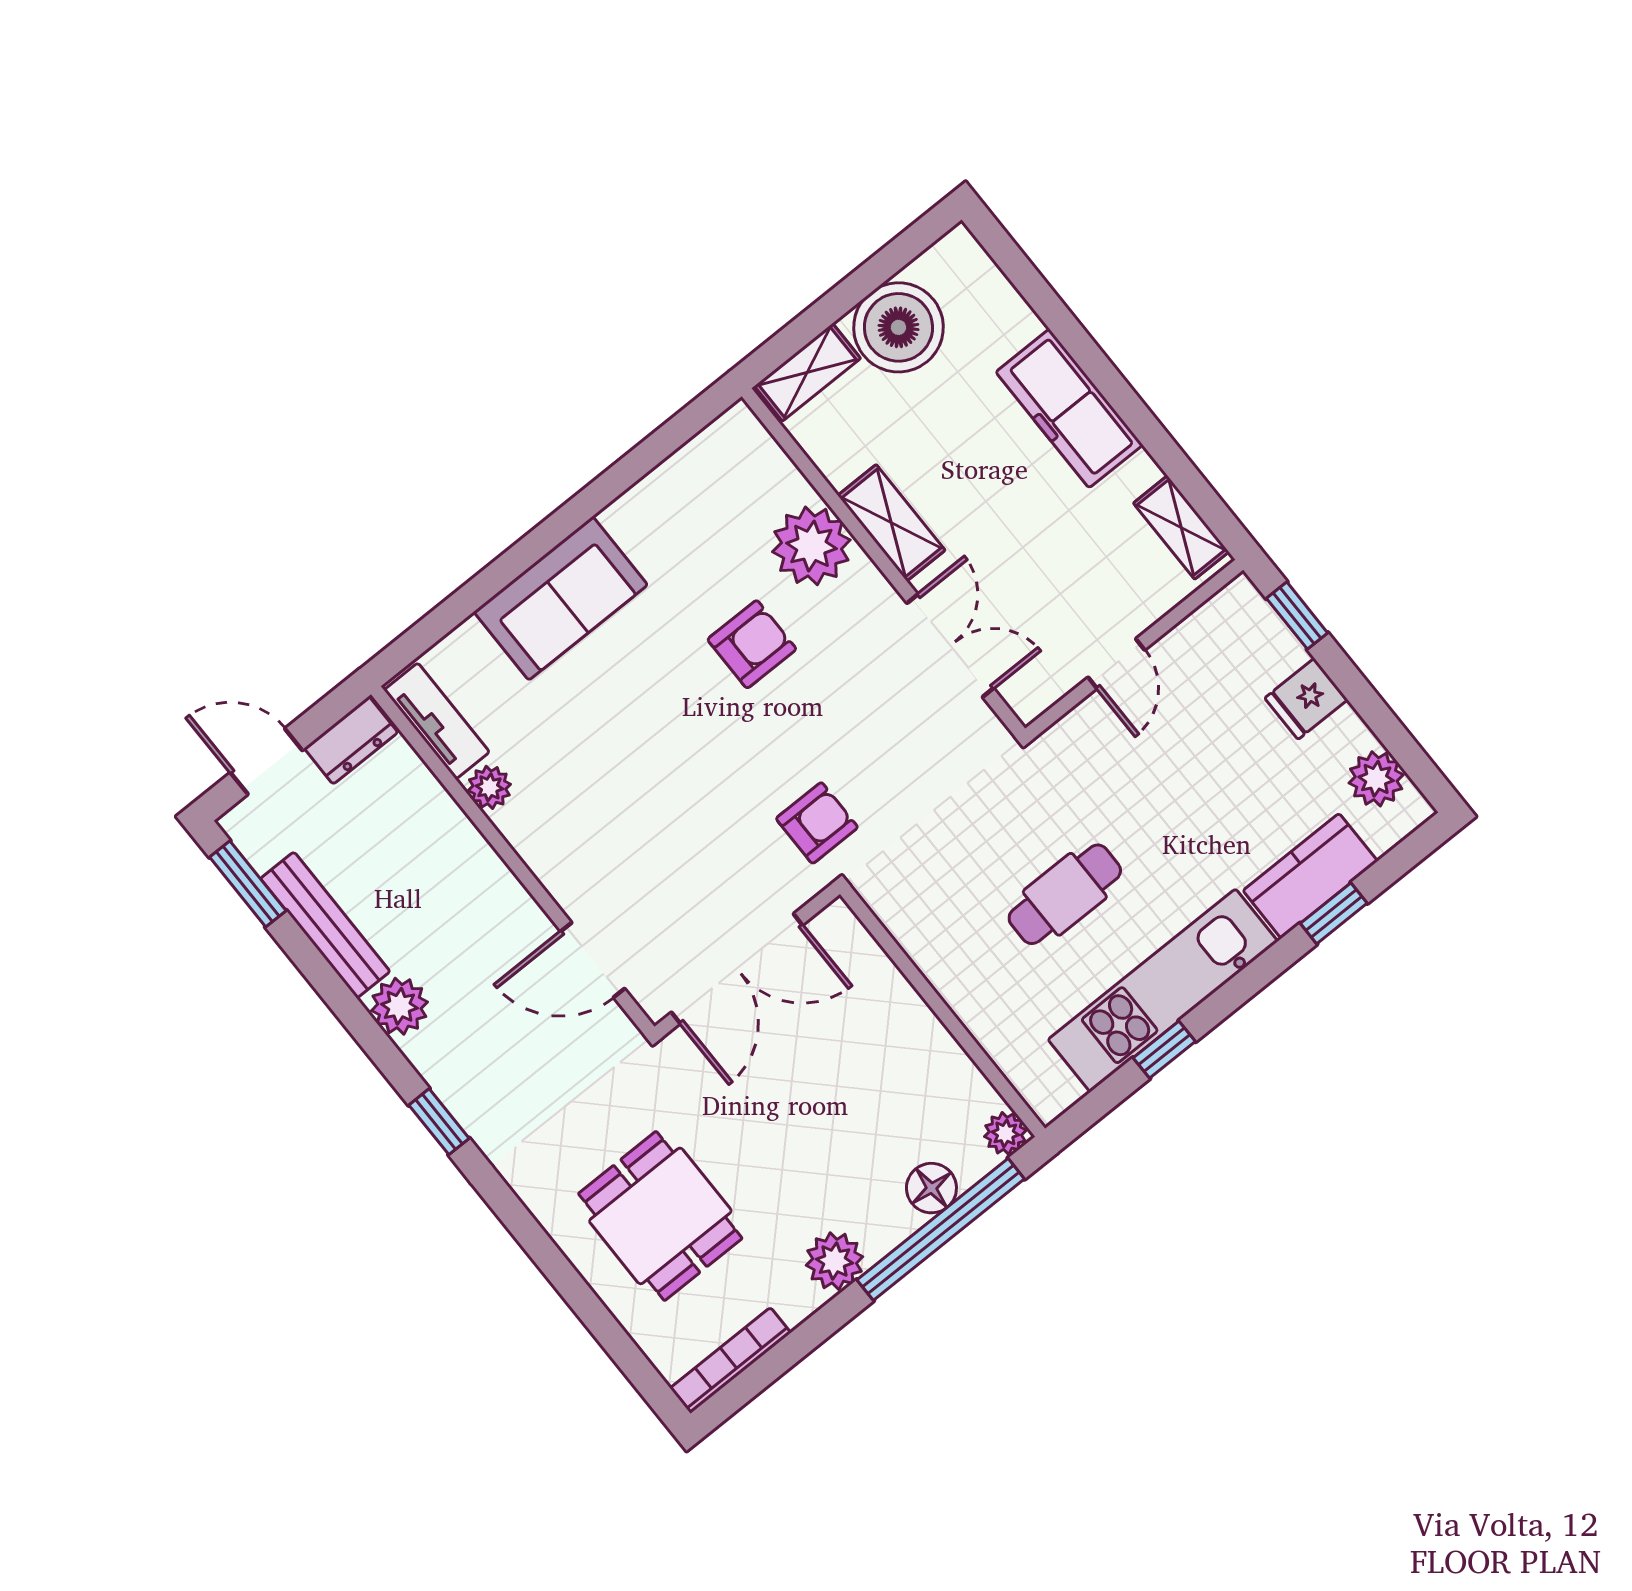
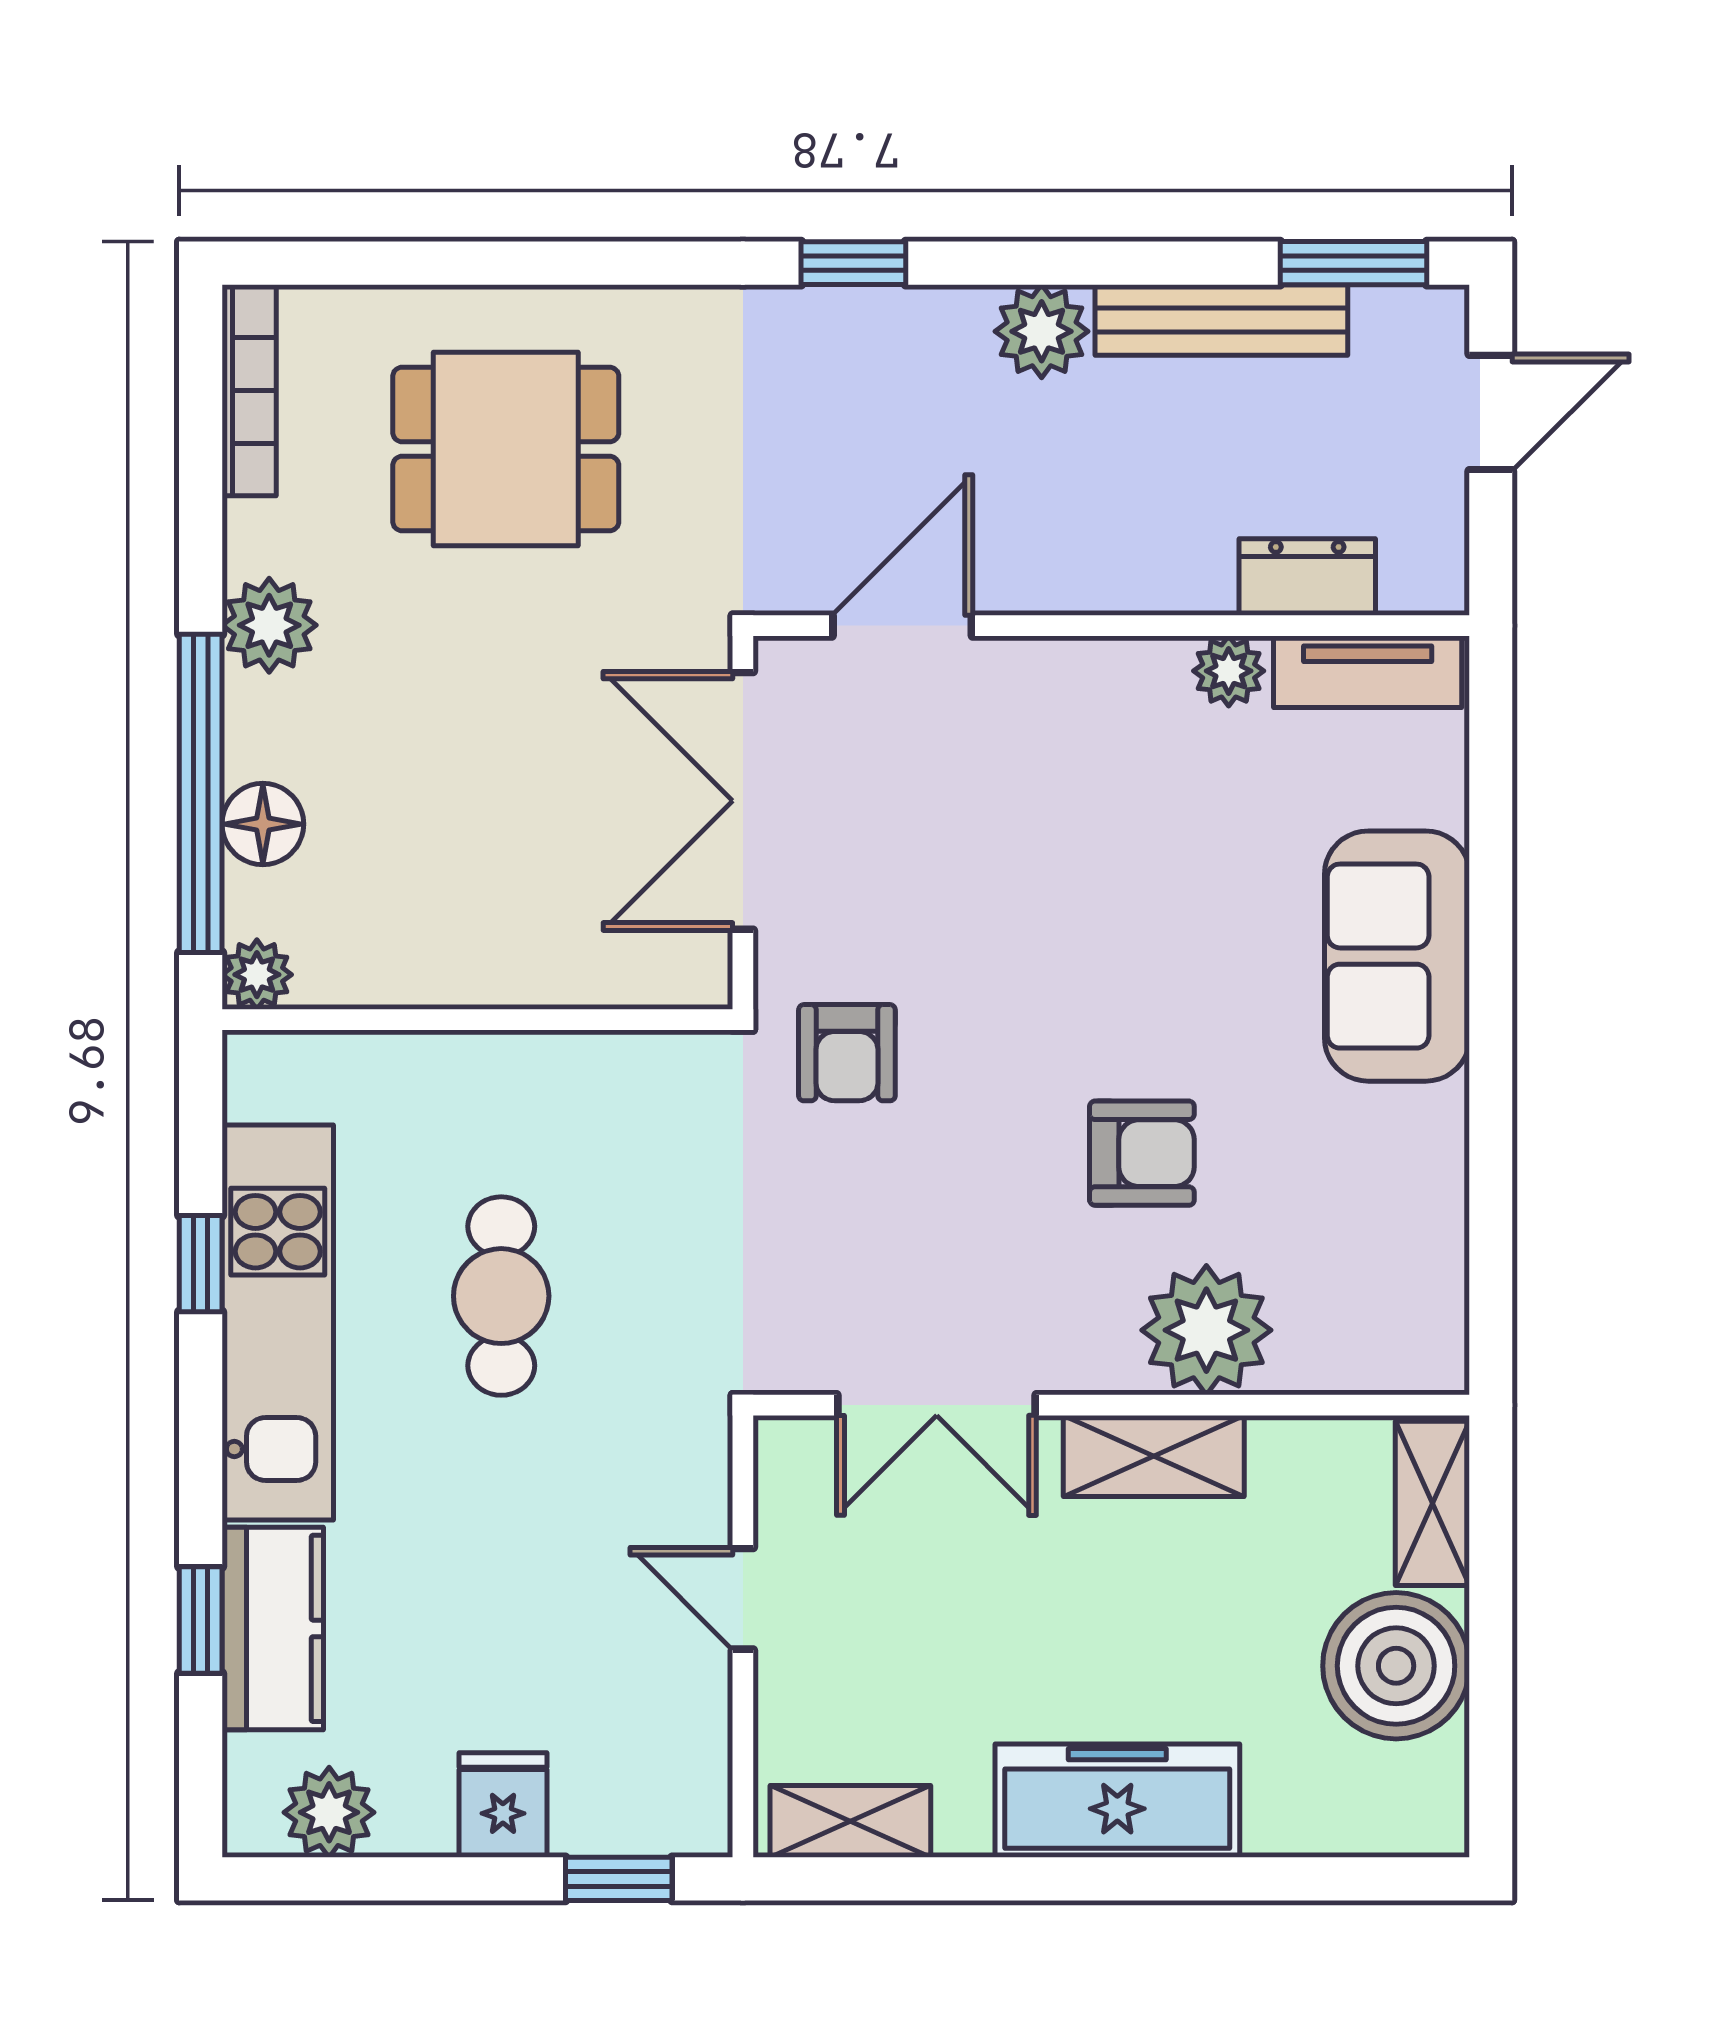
armchair: (752, 644) -> (1142, 1153), turned -90
dresser: (351, 740) -> (1307, 577), moved, turned 90

